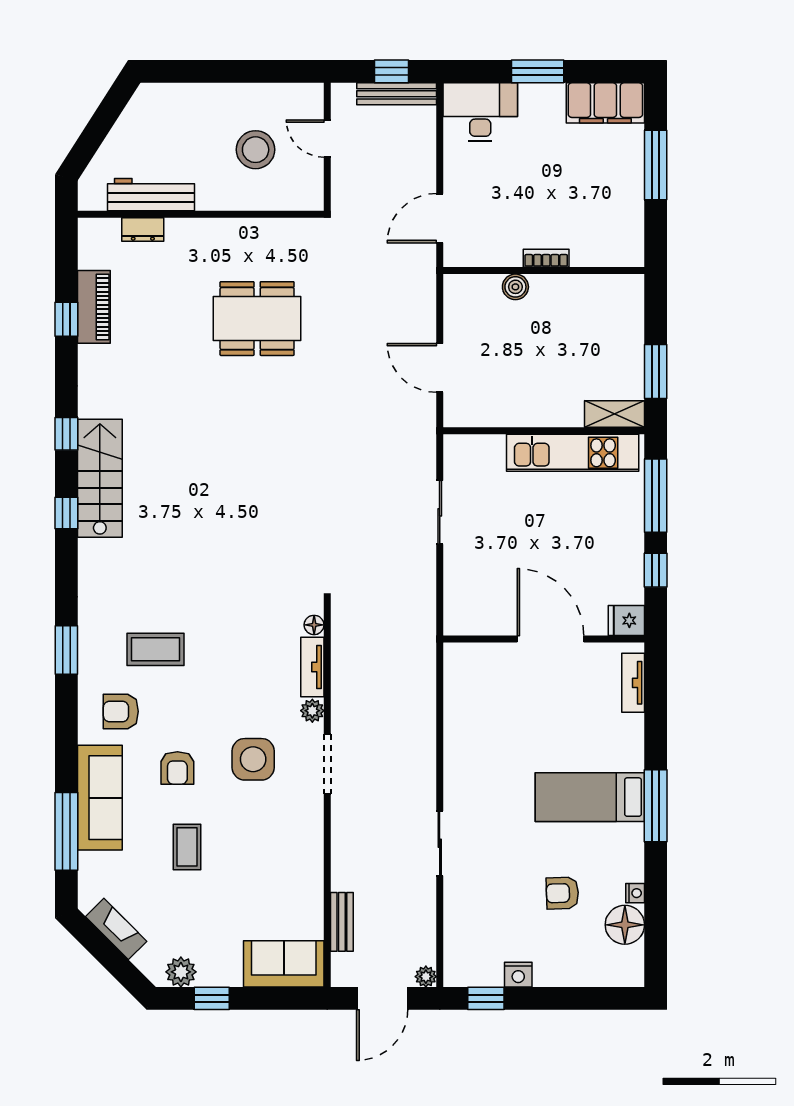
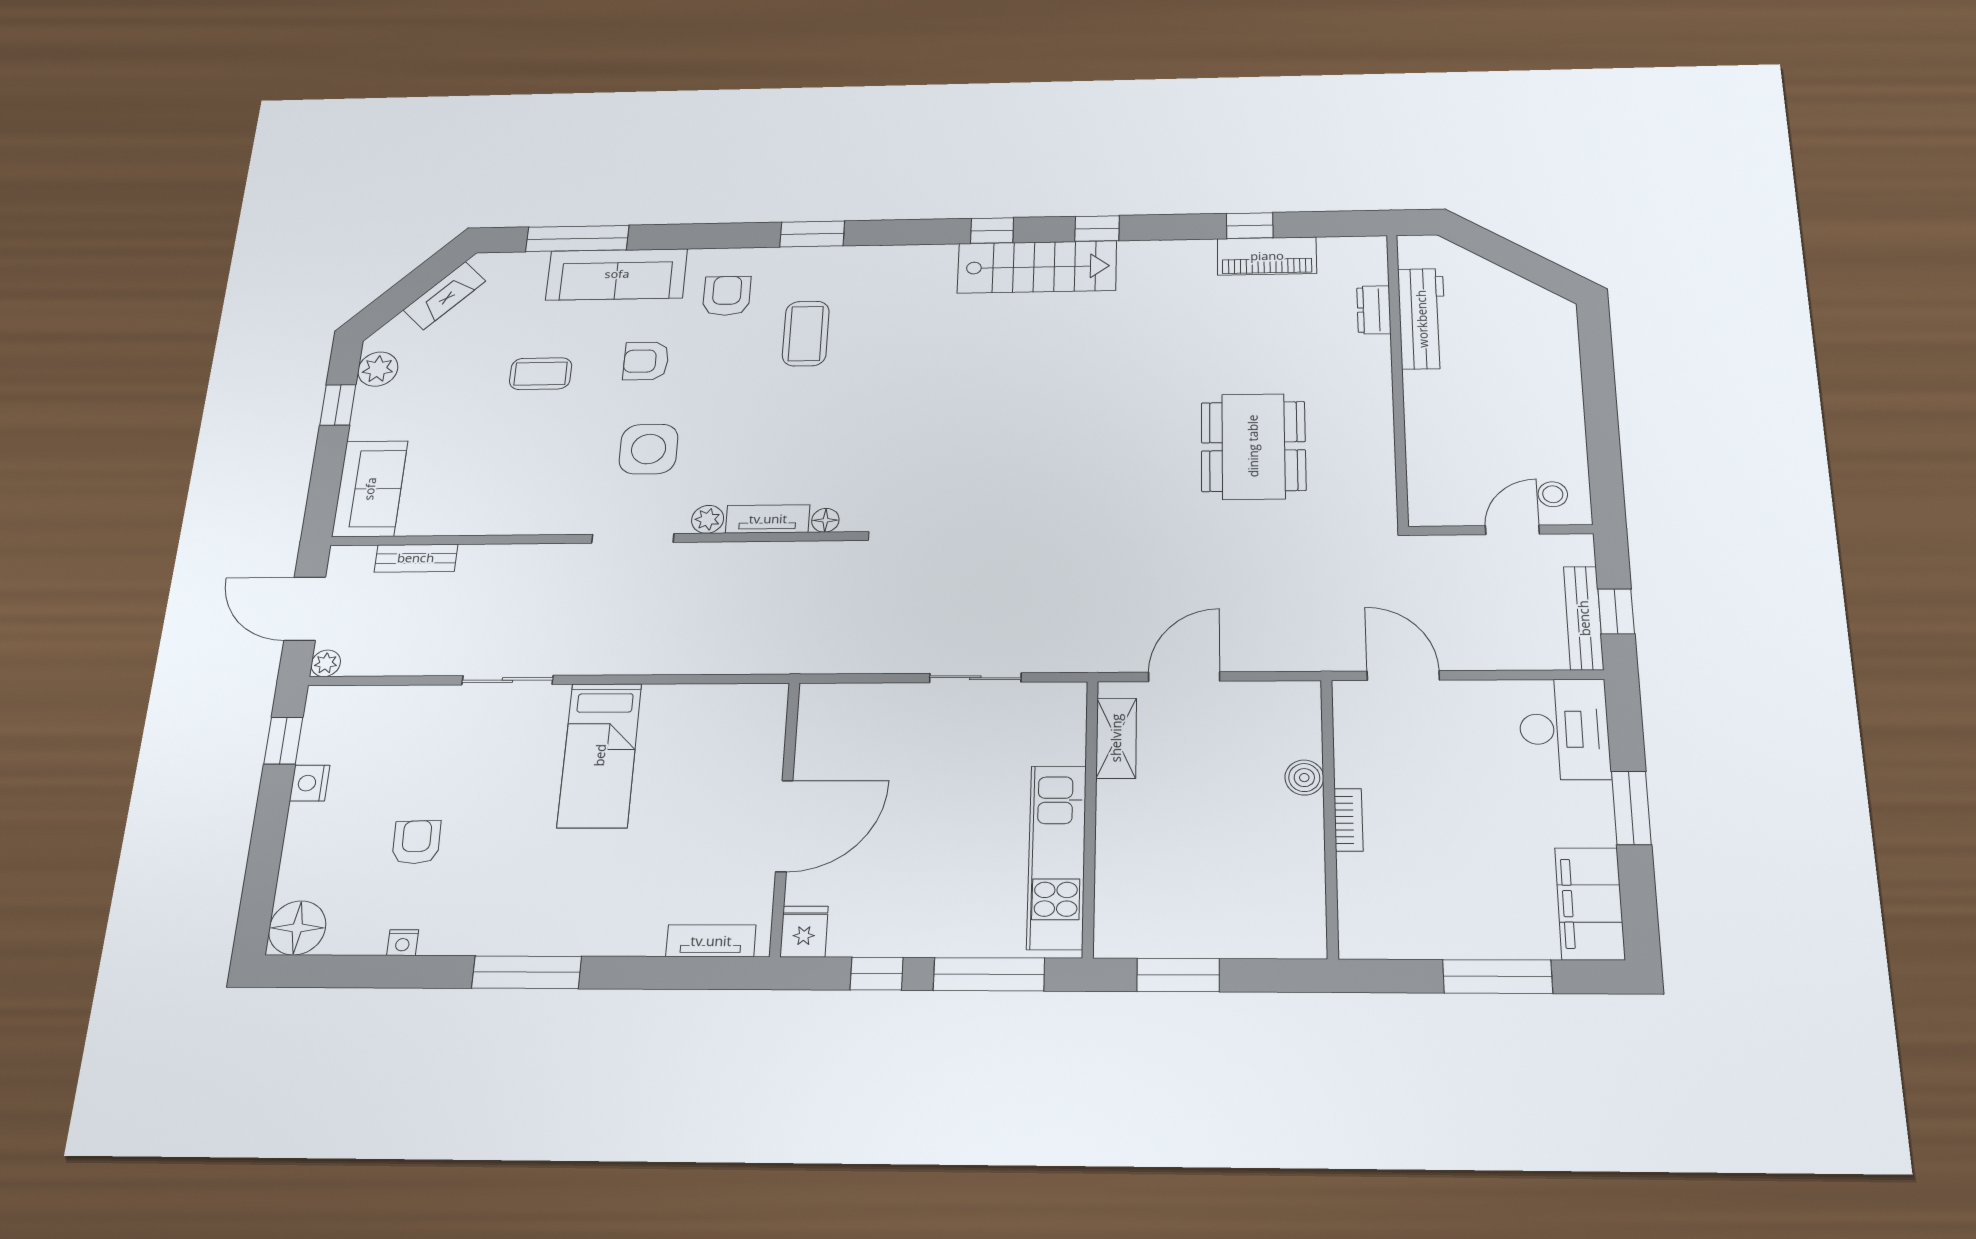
stool: (256, 150) -> (1553, 494), moved, width x0.53, depth x0.53
shelving: (614, 414) -> (1116, 738), moved
bed: (590, 797) -> (600, 755), moved, turned 180
floor lamp: (625, 925) -> (297, 928), moved

